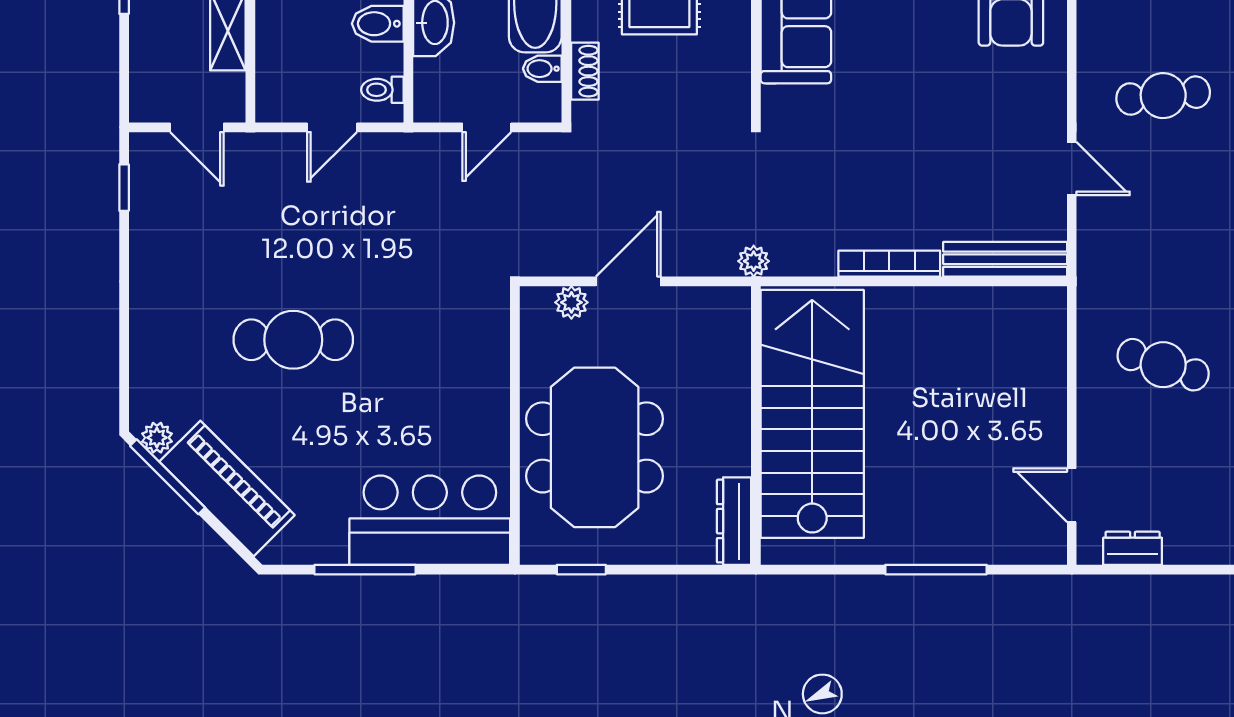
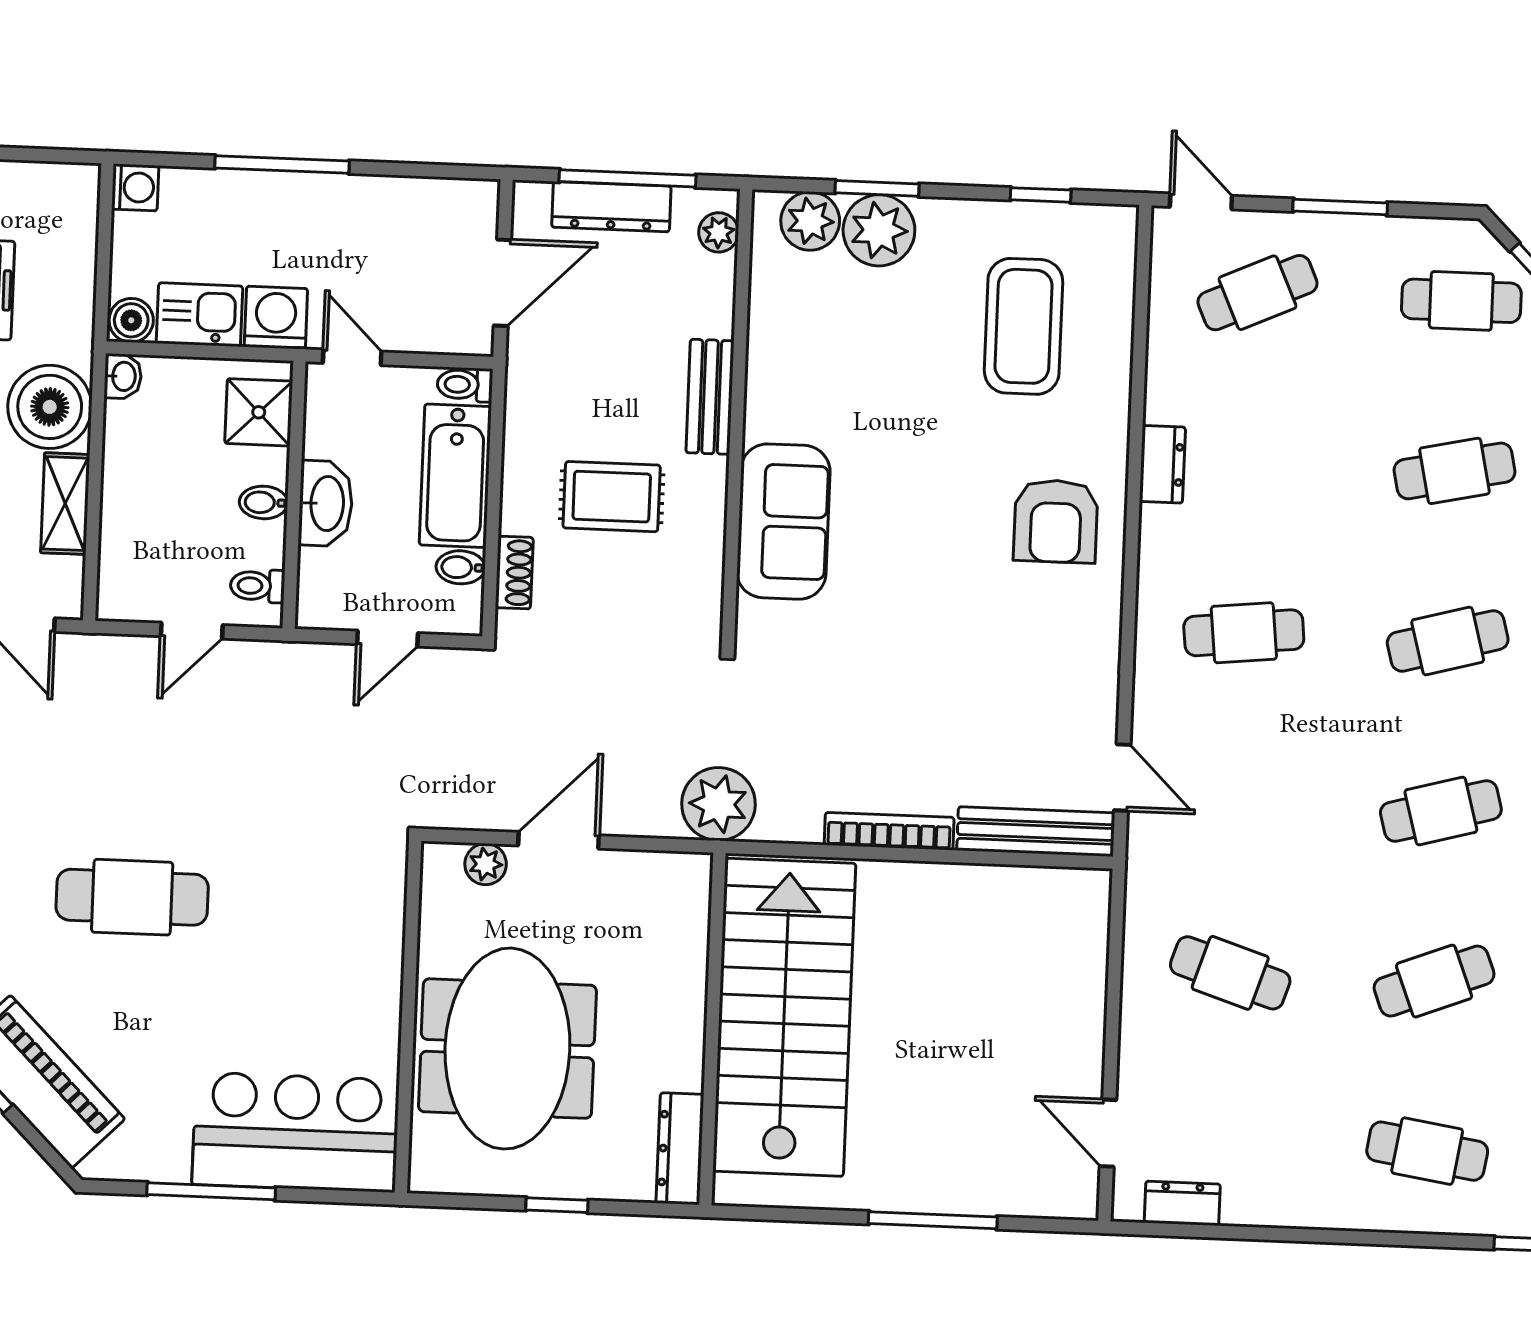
bidet: (378, 24) -> (264, 502), width x0.72, depth x0.74
door: (1072, 169) -> (1122, 777), moved
plant: (754, 261) -> (719, 804), width x1.88, depth x1.88
window: (581, 570) -> (557, 1205), moved

